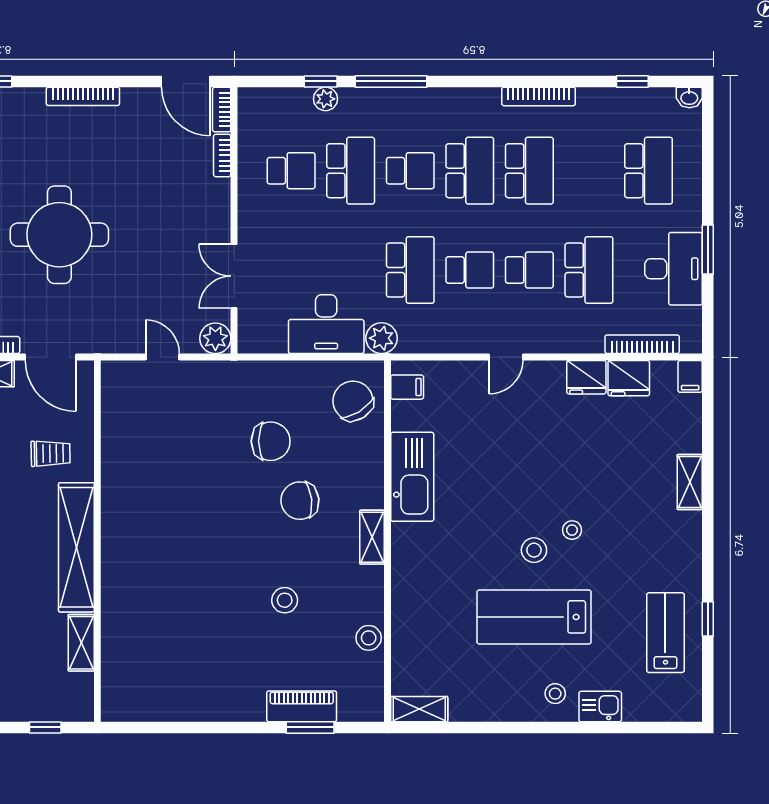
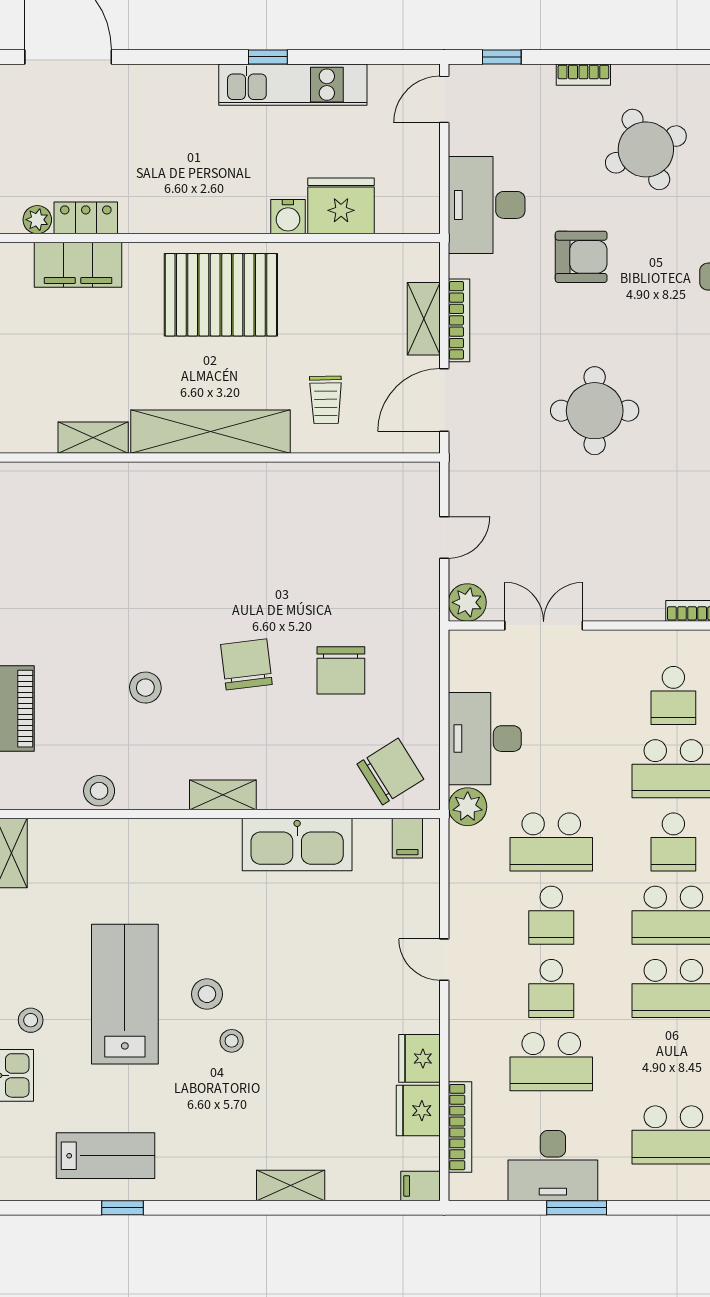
round table: (59, 235) -> (595, 411), width x0.73, depth x0.73
chair: (300, 501) -> (246, 664), moved

